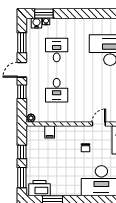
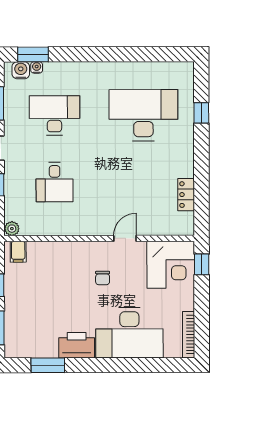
desk: (57, 50) -> (54, 115), width x1.37
filing cabinet: (50, 132) -> (18, 252), moved
printer: (39, 188) -> (77, 345), moved

